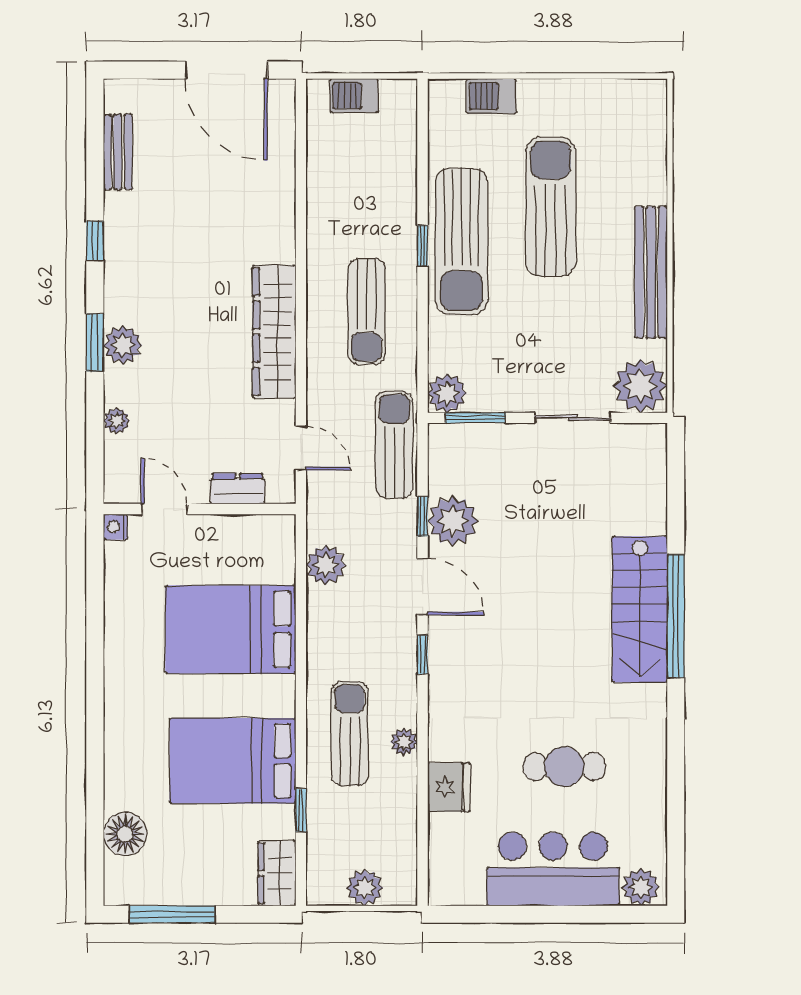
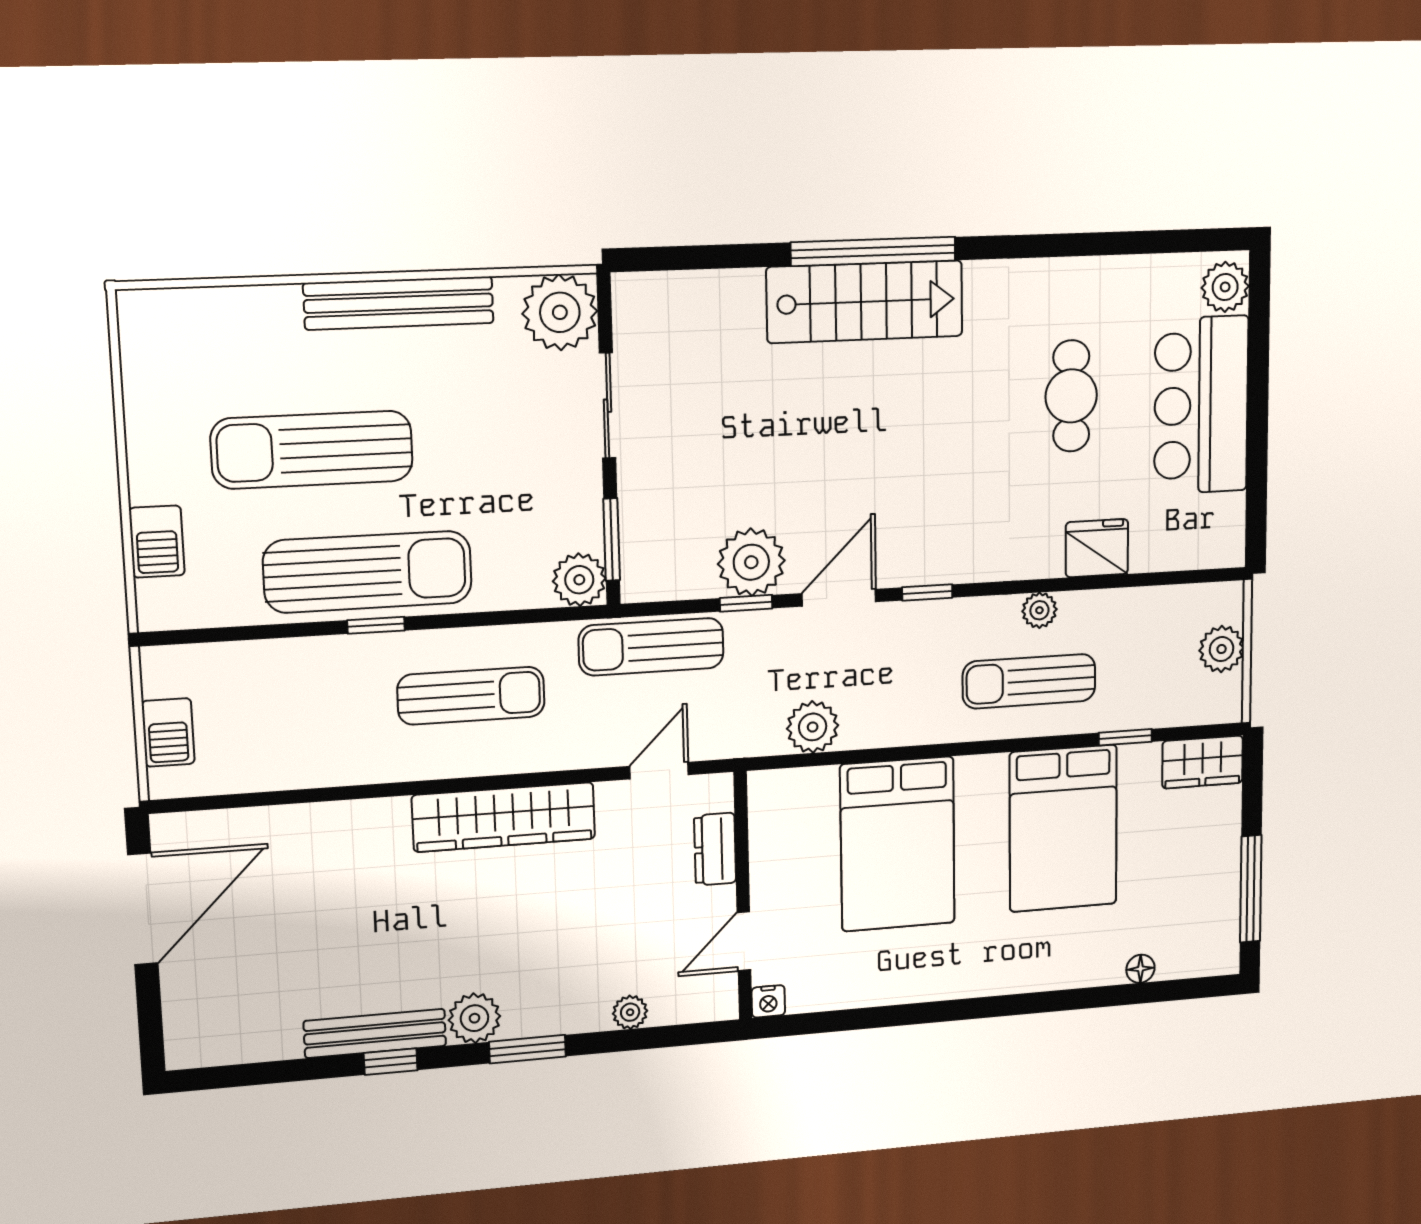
bench: (118, 152) -> (375, 1033), moved, width x1.36
plant: (123, 345) -> (474, 1018), moved
floor lamp: (125, 834) -> (1140, 969), width x0.53, depth x0.53

